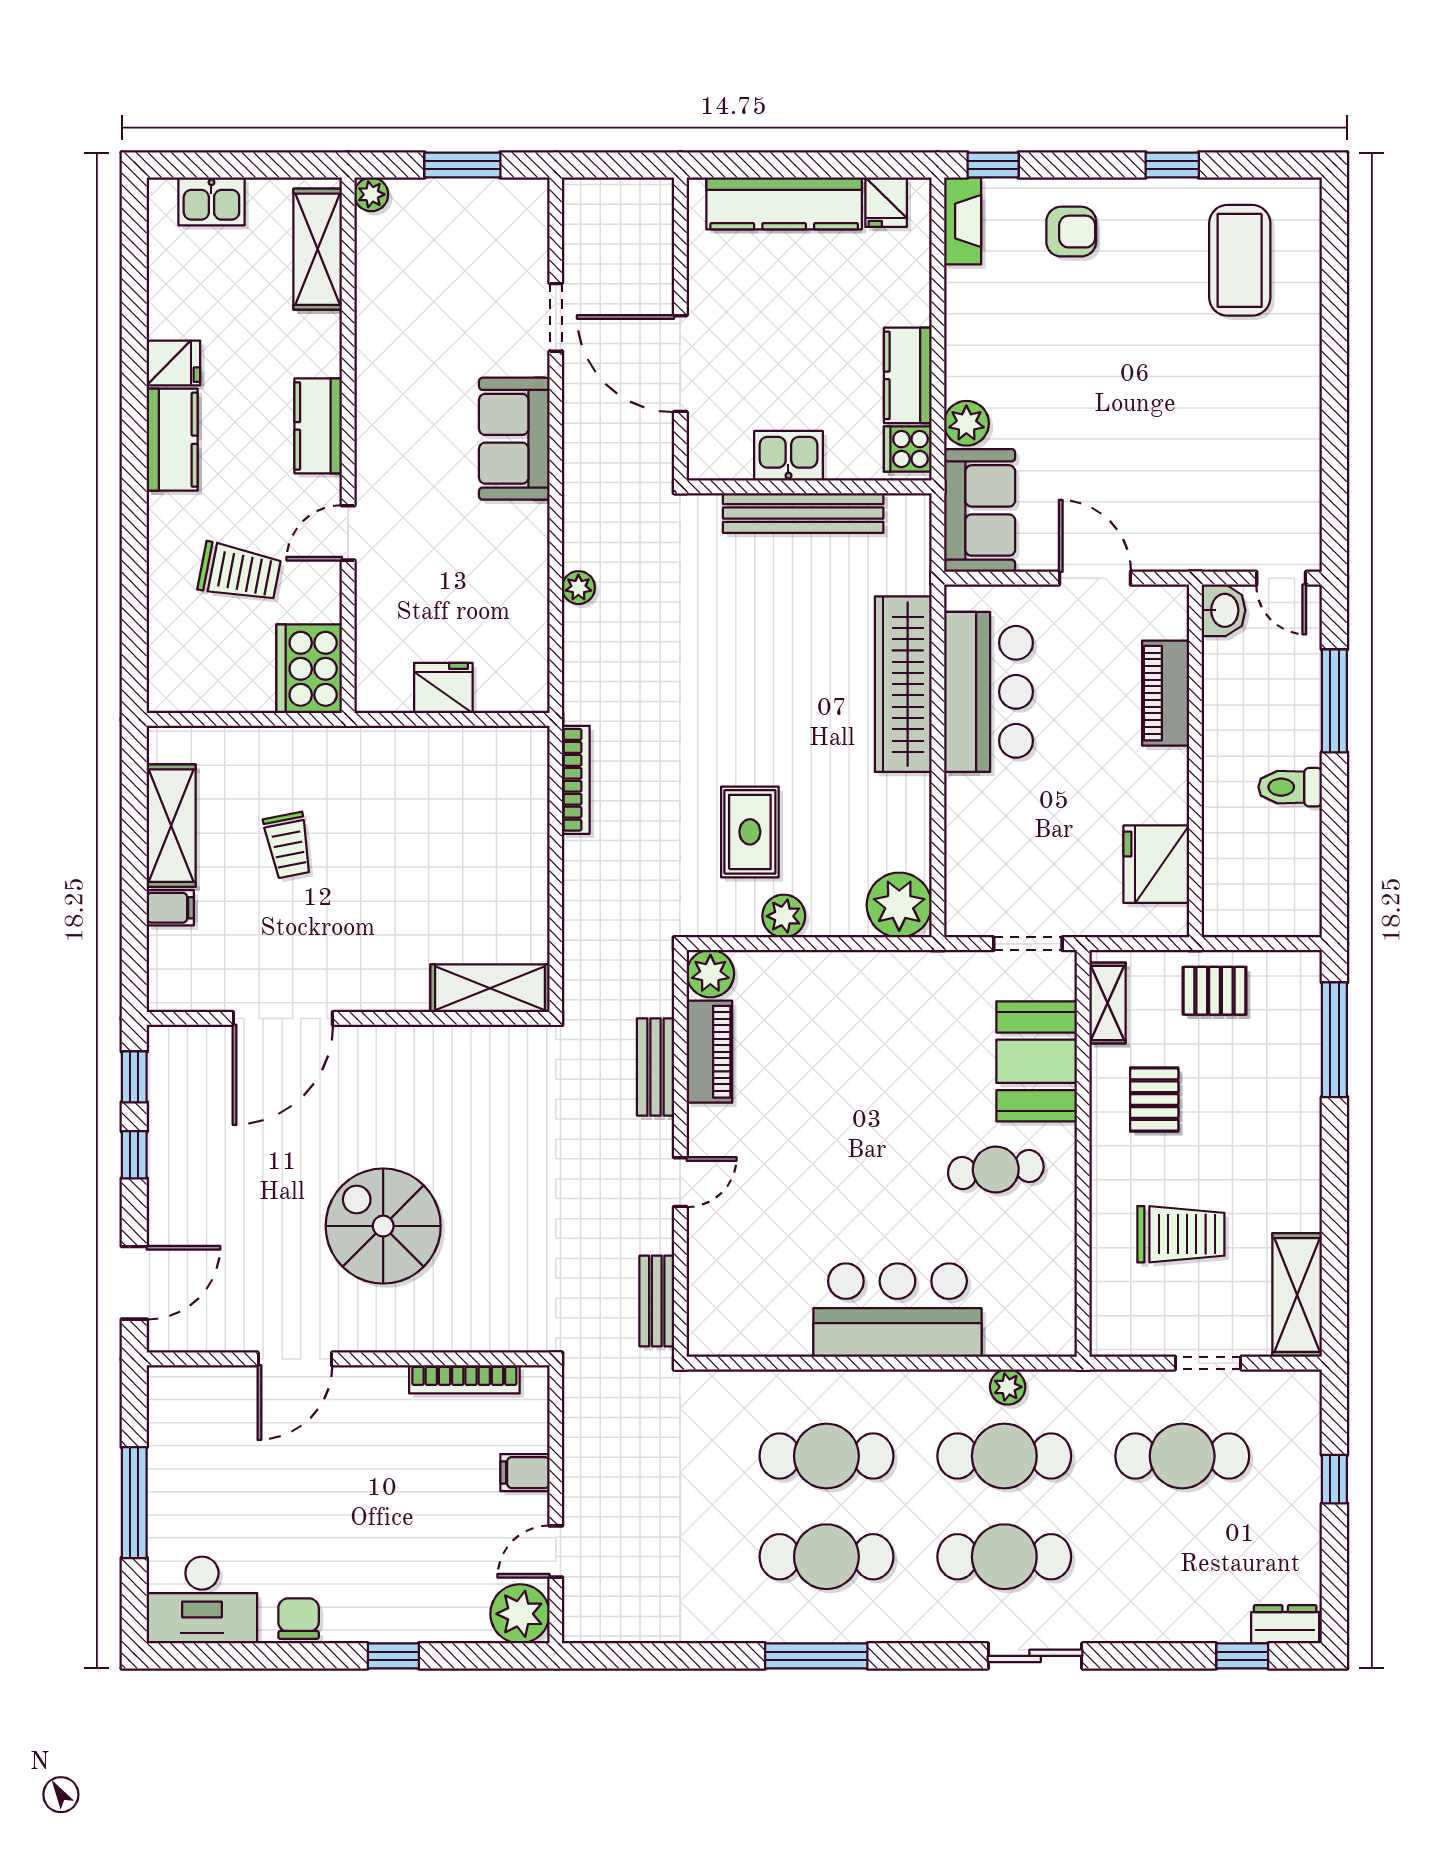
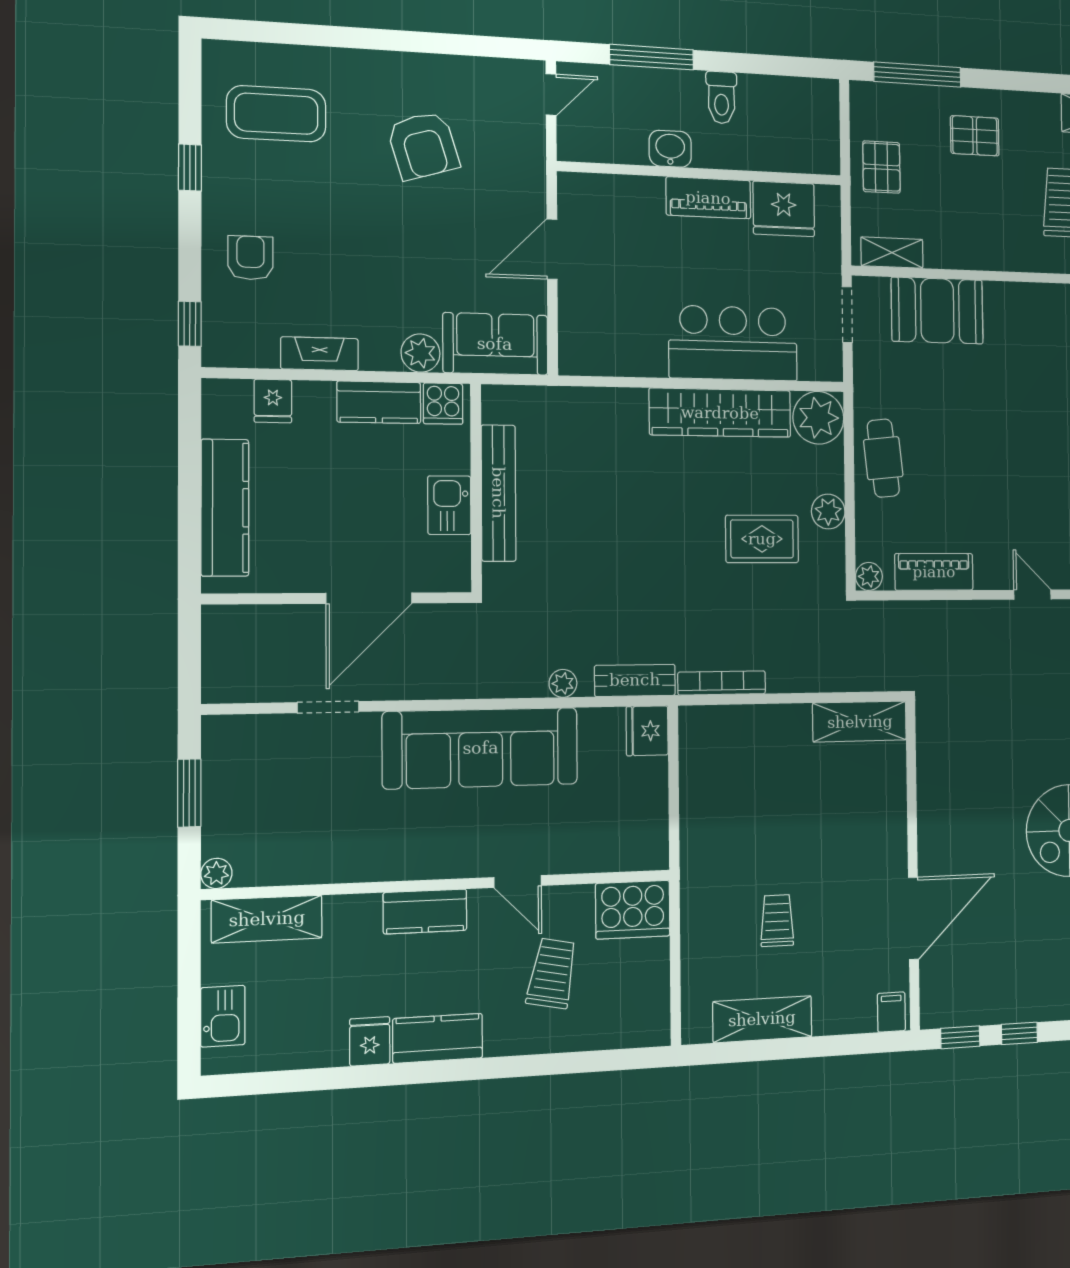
fridge: (886, 202) -> (273, 401), moved, turned 90
fireplace: (963, 221) -> (320, 354), moved
armchair: (1212, 427) -> (423, 145), added
sofa: (514, 439) -> (481, 748), width x1.85, depth x1.27
washbasin: (1223, 610) -> (670, 149), moved
wardrobe: (903, 684) -> (720, 413), moved
fridge: (443, 688) -> (647, 731), moved
bar counter: (988, 692) -> (733, 343), moved
piano: (1166, 693) -> (708, 198), moved
trolley: (288, 845) -> (777, 921), turned -79
filing cabinet: (170, 908) -> (891, 1012), moved
plant: (710, 974) -> (869, 576), width x0.73, depth x0.73
shelving: (490, 988) -> (860, 722), moved, turned 90
door: (283, 1018) -> (913, 918), hinge flipped
bench: (656, 1067) -> (635, 680), moved
pallet: (1154, 1100) -> (975, 136), moved
cafe table: (996, 1170) -> (883, 458), moved

